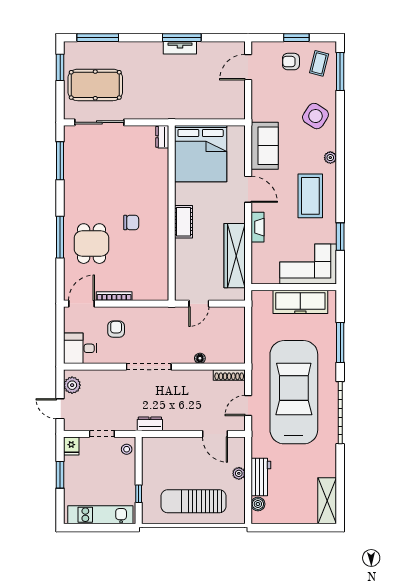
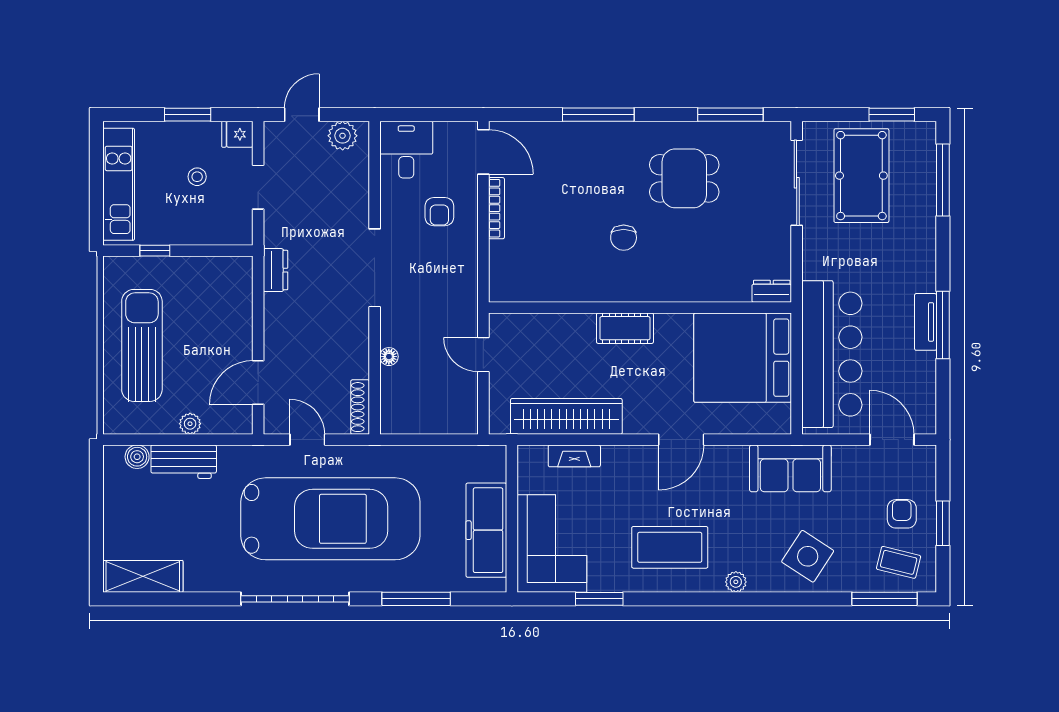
bar counter: (199, 102) -> (832, 354), added
sofa: (265, 146) -> (790, 468), moved
fireplace: (257, 227) -> (574, 456), moved
dining table: (92, 244) -> (684, 178), moved
armchair: (116, 329) -> (439, 212), turned 90
stool: (127, 449) -> (197, 177), moved

